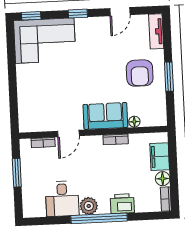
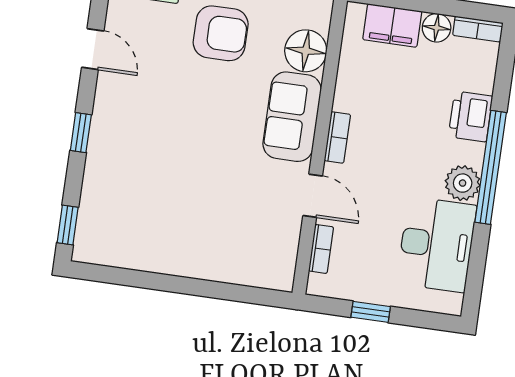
corner sofa: (45, 41) -> (121, 208), removed
floor lamp: (134, 122) -> (306, 51), width x1.89, depth x1.89
bookcase: (116, 139) -> (337, 137), moved
window: (17, 173) -> (371, 312), width x0.67
desk: (62, 199) -> (437, 244), width x1.37

